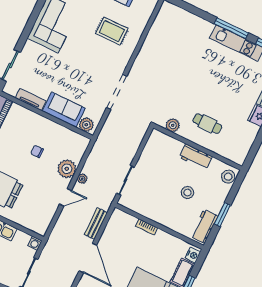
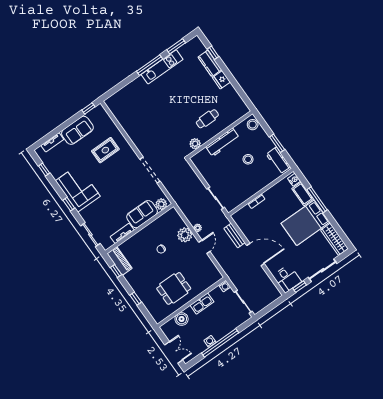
window: (31, 23) -> (69, 204), added
workbench: (196, 157) -> (223, 142), width x1.38

